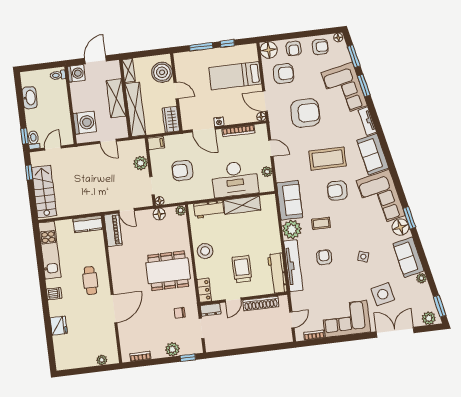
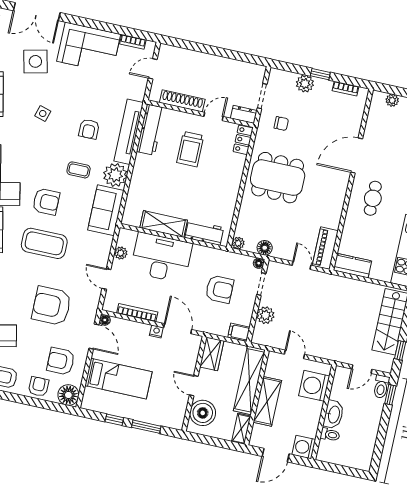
toilet: (58, 75) -> (330, 435), moved
washbasin: (30, 98) -> (334, 414), moved, turned 180
stool: (205, 251) -> (226, 185), removed
window: (188, 358) -> (320, 74), moved

